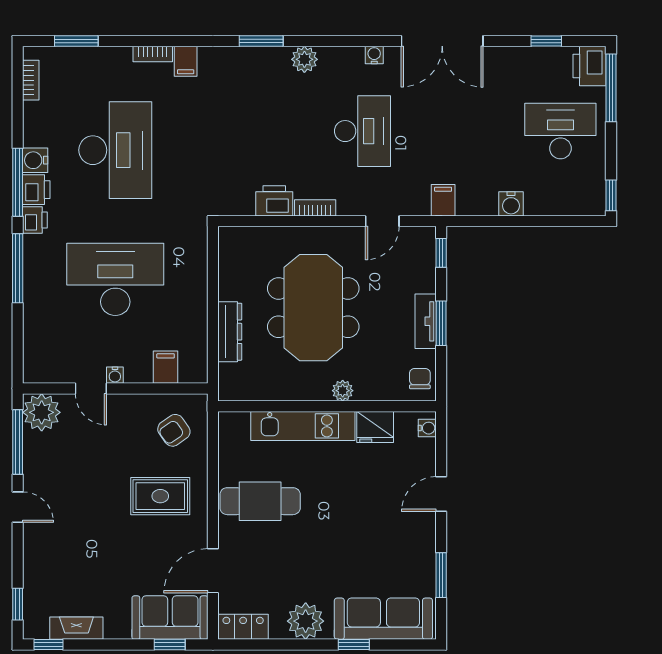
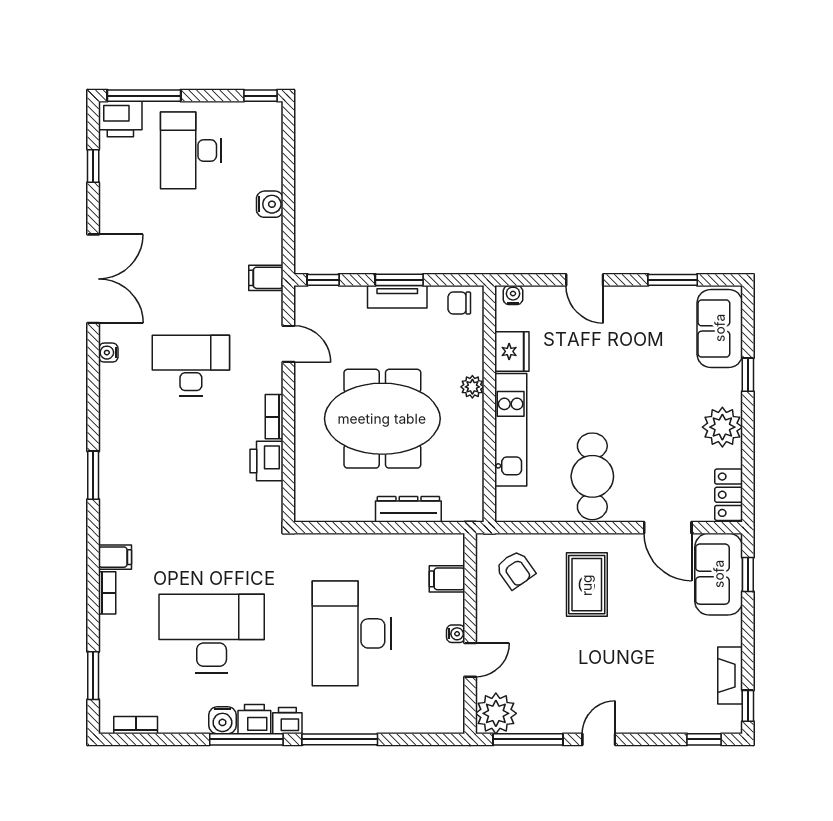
plant: (304, 59) -> (113, 428), removed
sofa: (383, 619) -> (720, 328), width x0.73

